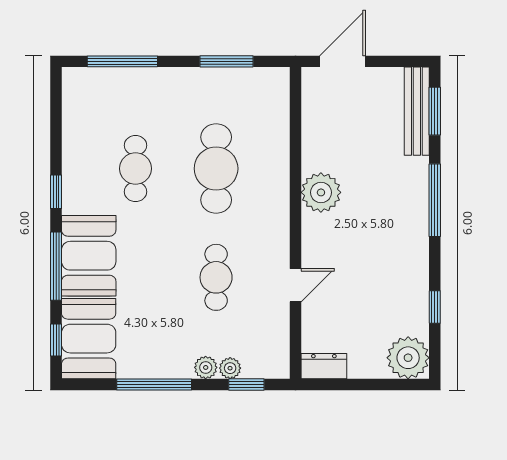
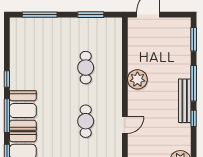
bench: (417, 111) -> (185, 101), moved
cafe table: (136, 169) -> (46, 68), removed
cafe table: (216, 169) -> (86, 68), width x0.73, depth x0.74
window: (435, 307) -> (194, 118), moved

